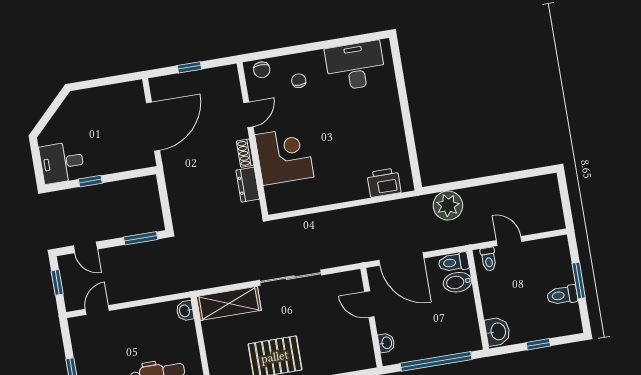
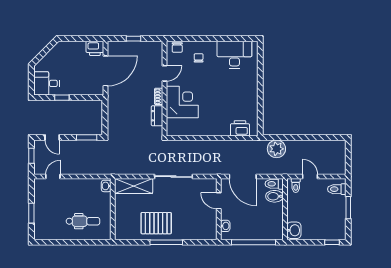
printer: (130, 93) -> (95, 48), added
toilet: (562, 295) -> (337, 189), moved
window: (538, 344) -> (332, 242), moved

